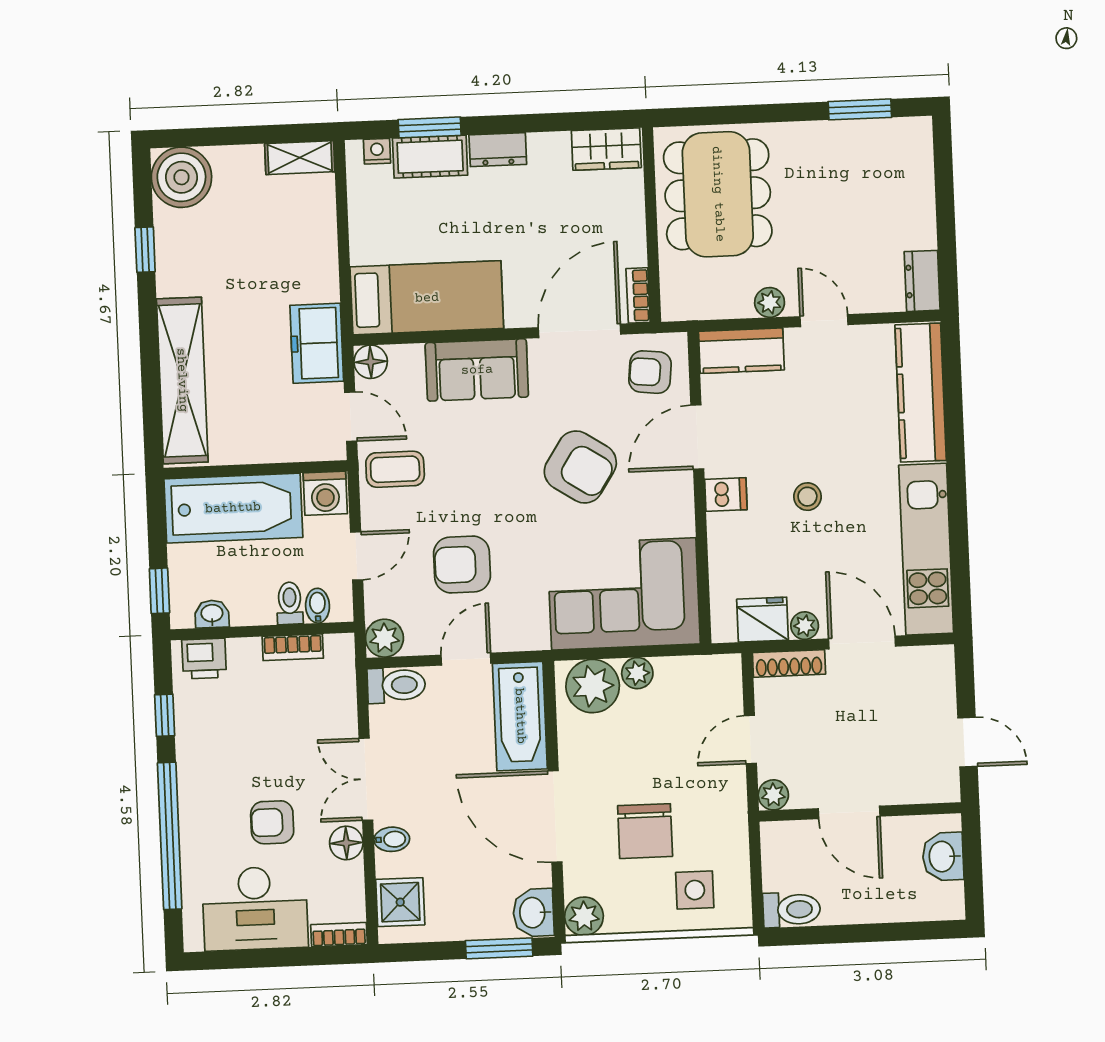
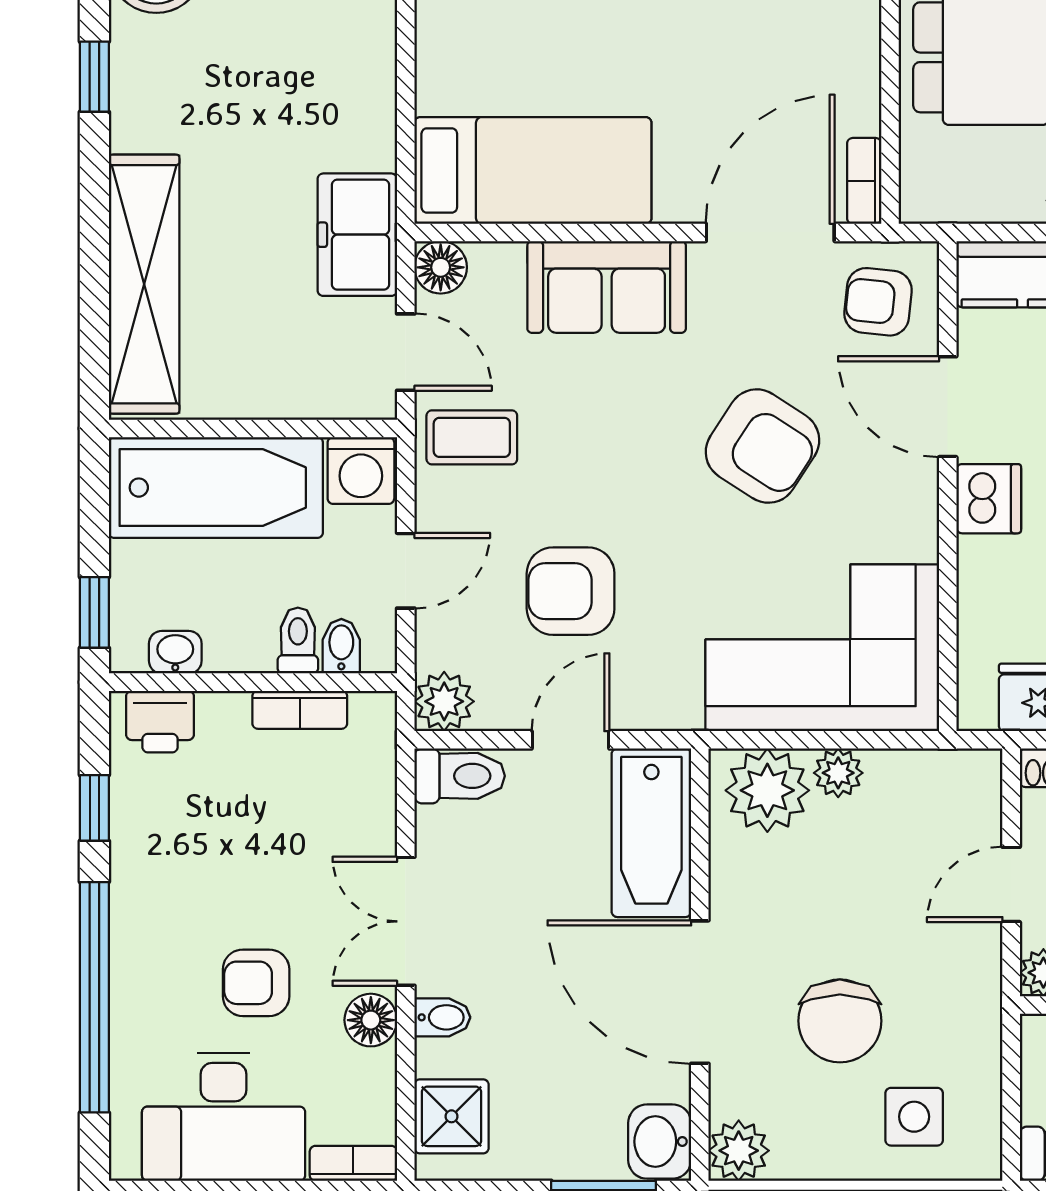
door: (697, 437) -> (948, 407), hinge flipped
dishwasher: (726, 494) -> (989, 499), width x1.38

